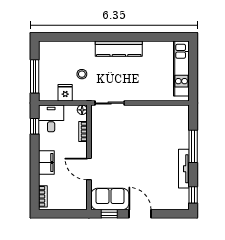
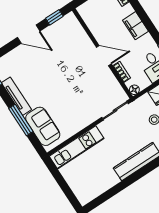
kitchen unit: (181, 68) -> (77, 147), moved, turned 90
door: (89, 169) -> (104, 56), moved
sofa: (110, 199) -> (43, 126), moved, turned -90

